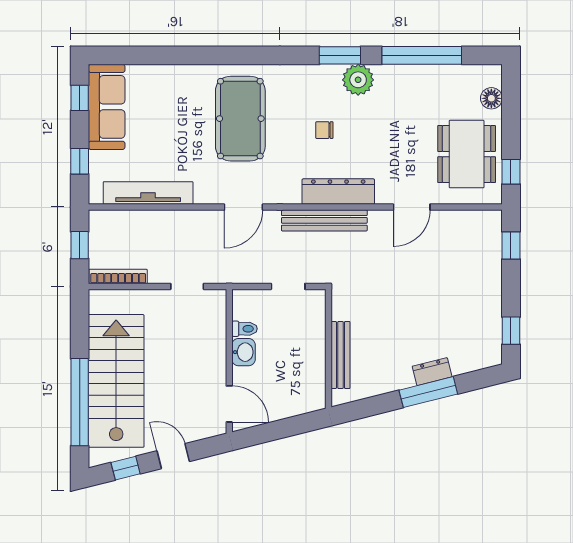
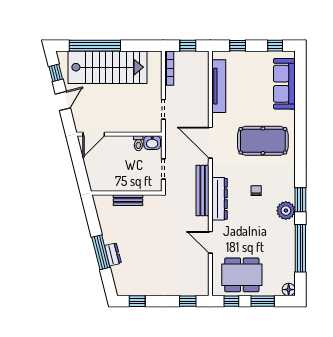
floor lamp: (491, 98) -> (289, 290), moved
sofa: (107, 107) -> (284, 84), moved, turned 90
window: (511, 119) -> (263, 301), added
door: (243, 207) -> (210, 143), width x1.36
washbasin: (244, 352) -> (152, 143), moved
bench: (340, 355) -> (128, 200), width x0.73

